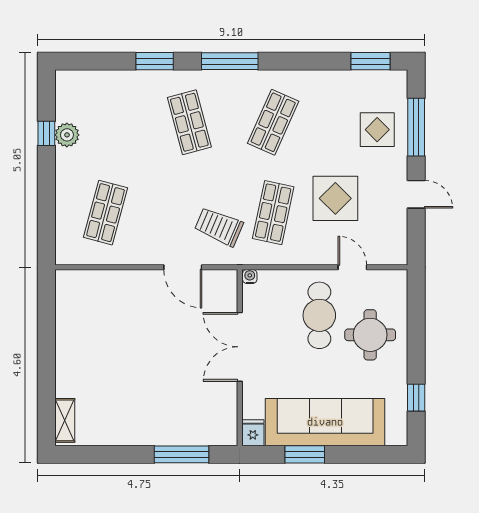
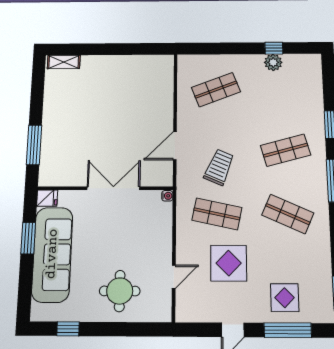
shop shelf: (106, 213) -> (216, 90), turned -36
trolley: (219, 227) -> (219, 167), moved
cafe table: (319, 315) -> (136, 250), removed

